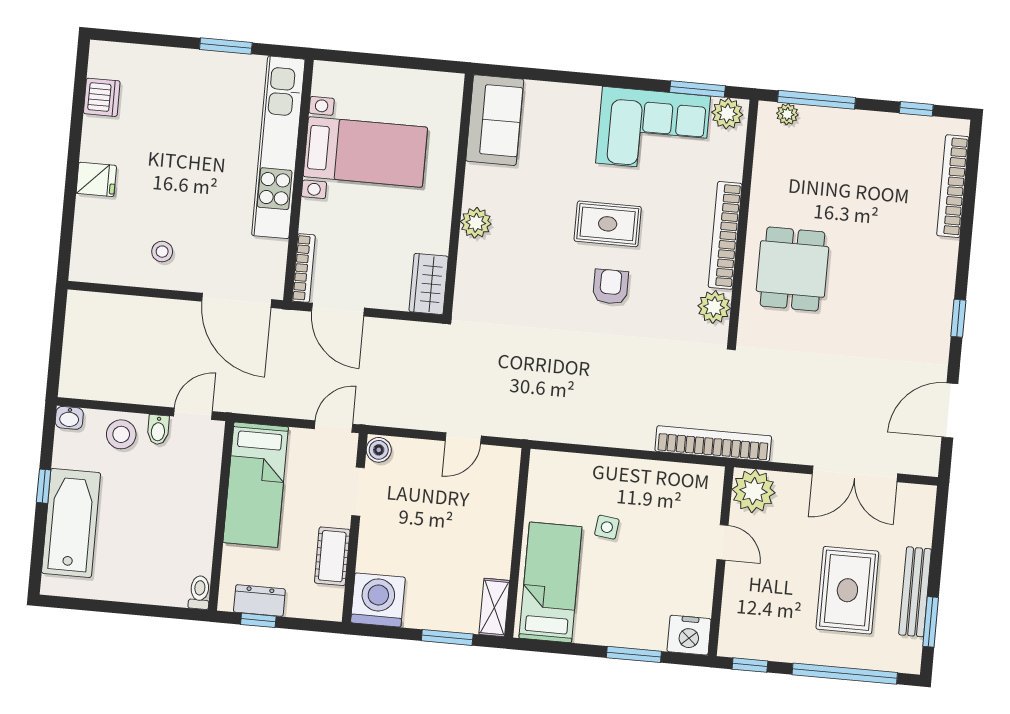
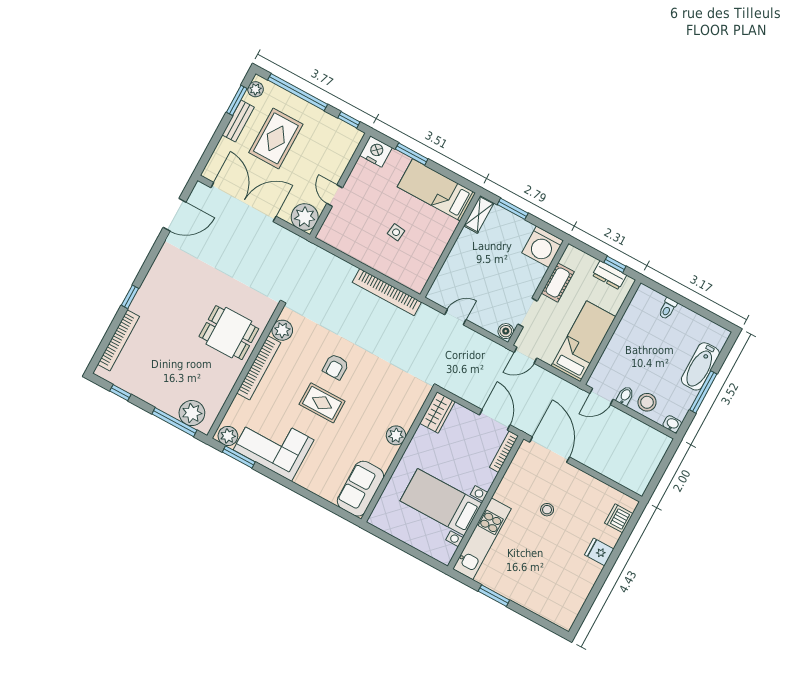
dishwasher: (102, 97) -> (619, 518), moved
plant: (787, 114) -> (192, 413), width x1.88, depth x1.88
kitchen unit: (278, 147) -> (482, 539), width x0.73
stool: (162, 252) -> (547, 510), moved
dining table: (792, 269) -> (229, 333), turned 90
window: (958, 318) -> (130, 297), moved
bookcase: (713, 444) -> (387, 292), moved
double door: (855, 474) -> (243, 202), width x1.36
window: (44, 486) -> (703, 392), width x2.17
bathtub: (71, 523) -> (700, 366), width x0.73, depth x0.73
bed: (550, 582) -> (436, 190), moved, turned 90
toilet: (199, 592) -> (668, 309), moved
bench: (915, 592) -> (238, 121), width x0.73
plant: (910, 651) -> (256, 89), added

